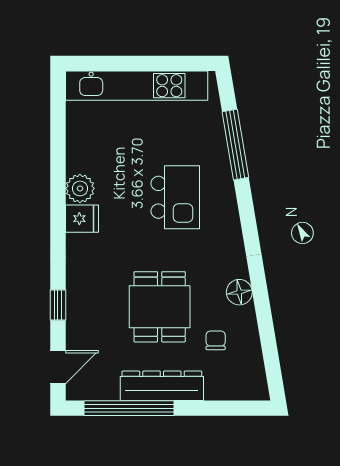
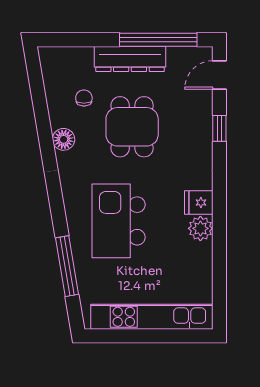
kitchen island: (175, 197) -> (119, 221), width x1.37, depth x1.28
chair: (216, 340) -> (84, 98), turned 180

